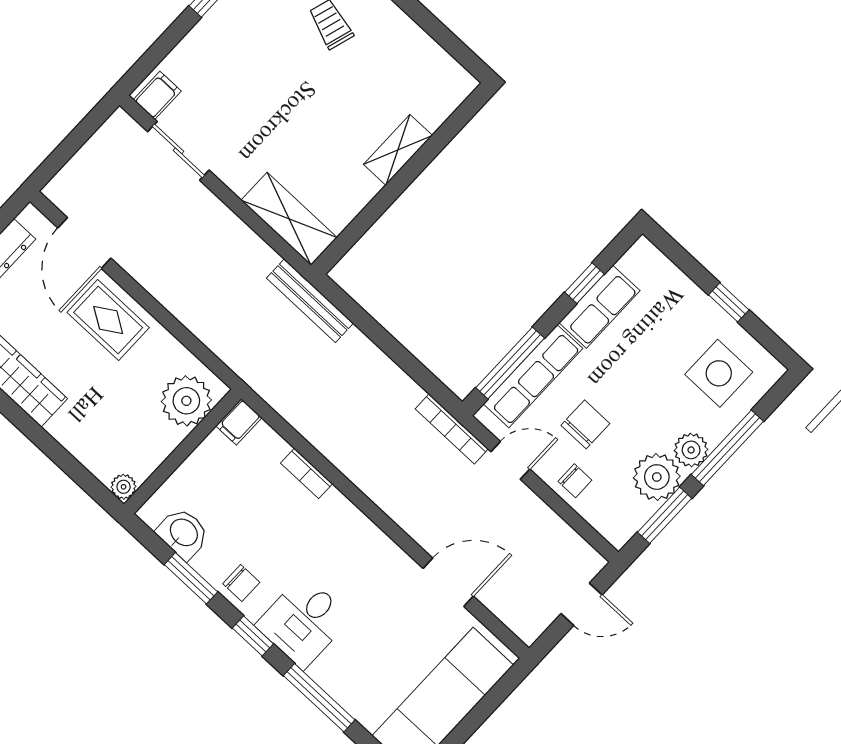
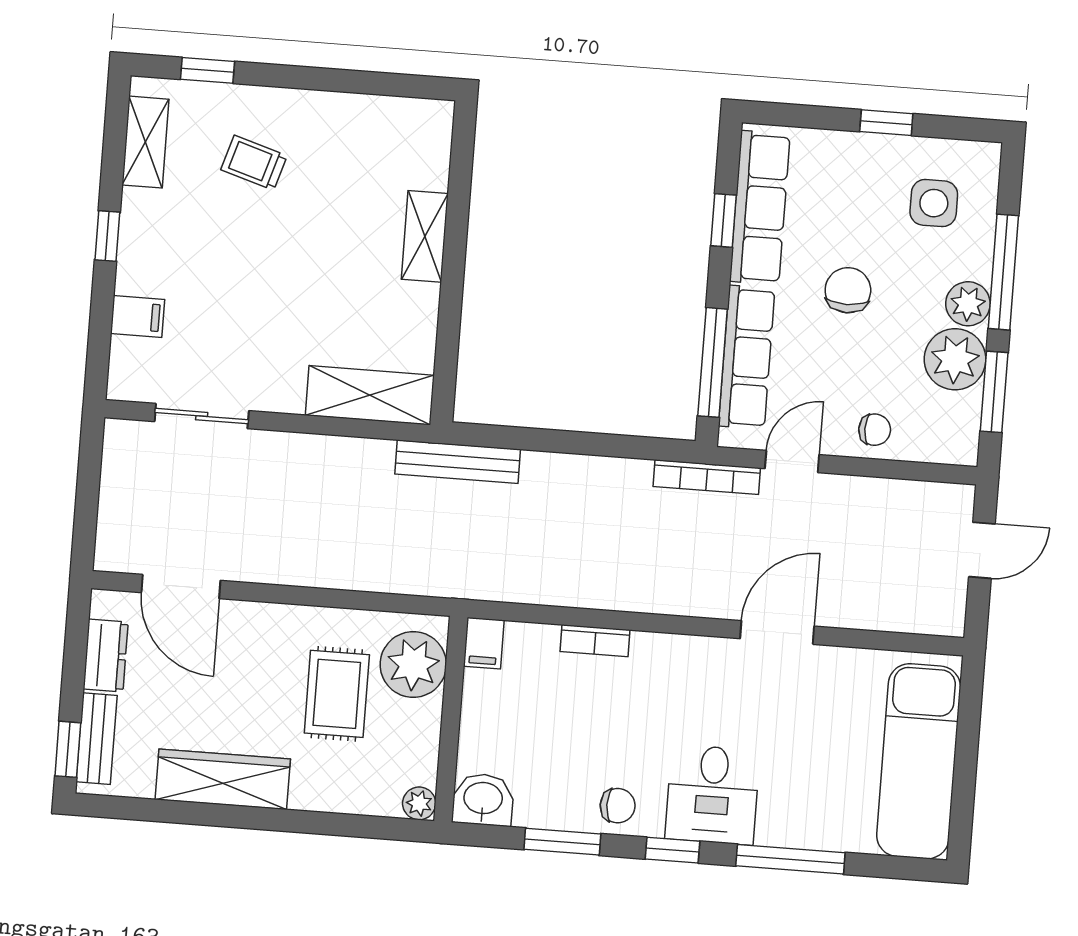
filing cabinet: (157, 95) -> (138, 316), moved, turned 90
row of seats: (600, 307) -> (760, 208), width x1.48
rug: (108, 320) -> (337, 694), moved, turned 90
side table: (719, 373) -> (934, 203), width x0.73, depth x0.73
chair: (585, 424) -> (848, 290), moved
washbasin: (183, 533) -> (483, 800), moved
door: (448, 582) -> (777, 632), moved

